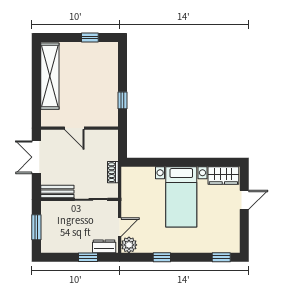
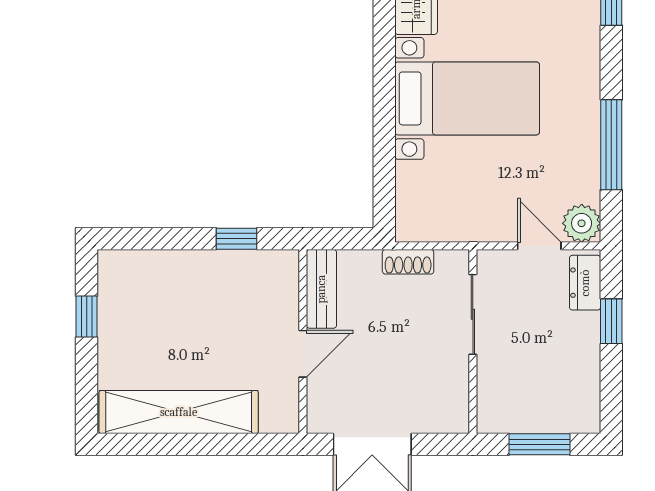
bench: (57, 192) -> (321, 289), moved
window: (162, 257) -> (611, 145), width x2.17

